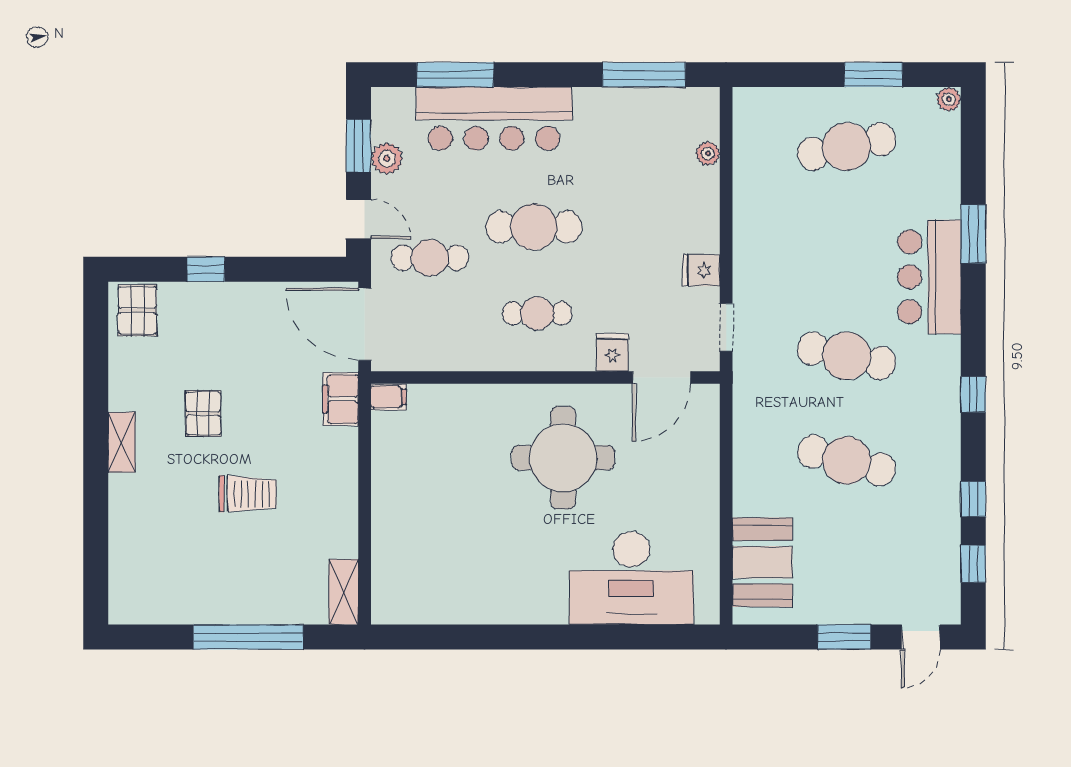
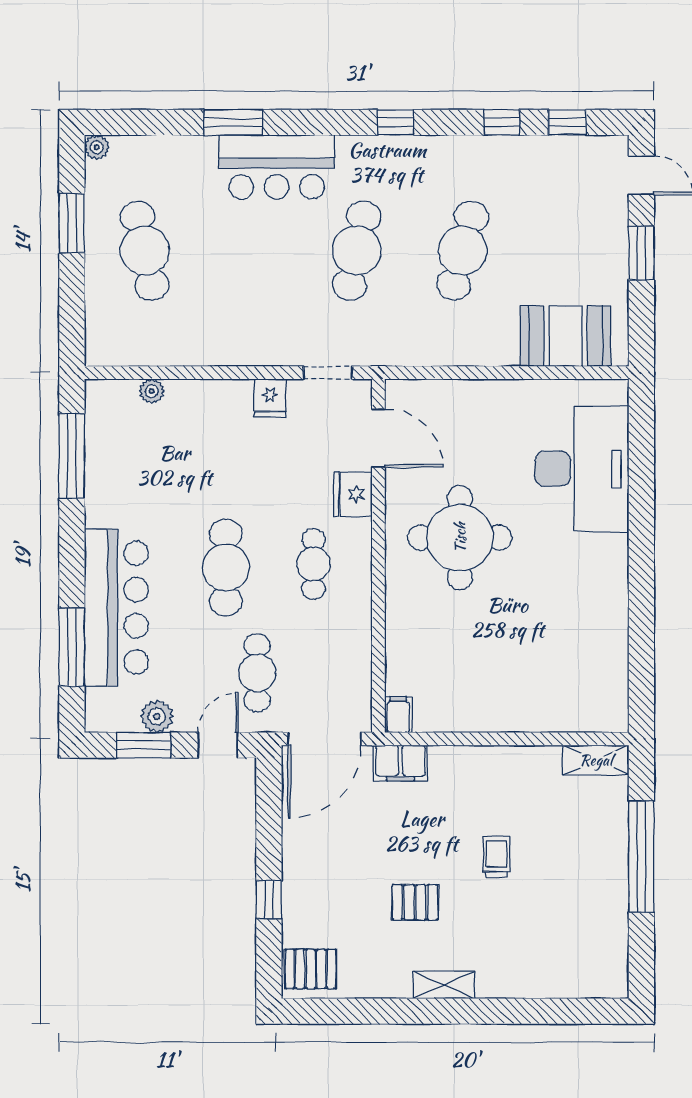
fridge: (612, 352) -> (353, 494), width x1.38
trolley: (248, 494) -> (496, 857), width x0.73, depth x0.72

